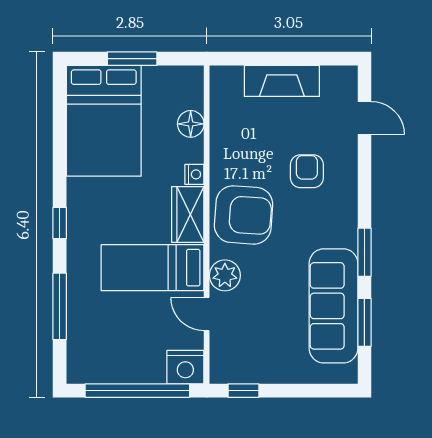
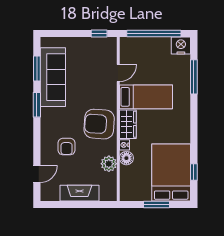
door: (364, 118) -> (37, 174), swing flipped
floor lamp: (191, 124) -> (126, 158), moved
window: (60, 223) -> (194, 172), moved
plant: (225, 275) -> (109, 164), moved
door: (207, 314) -> (118, 73), hinge flipped
nightstand: (185, 367) -> (181, 46), moved

